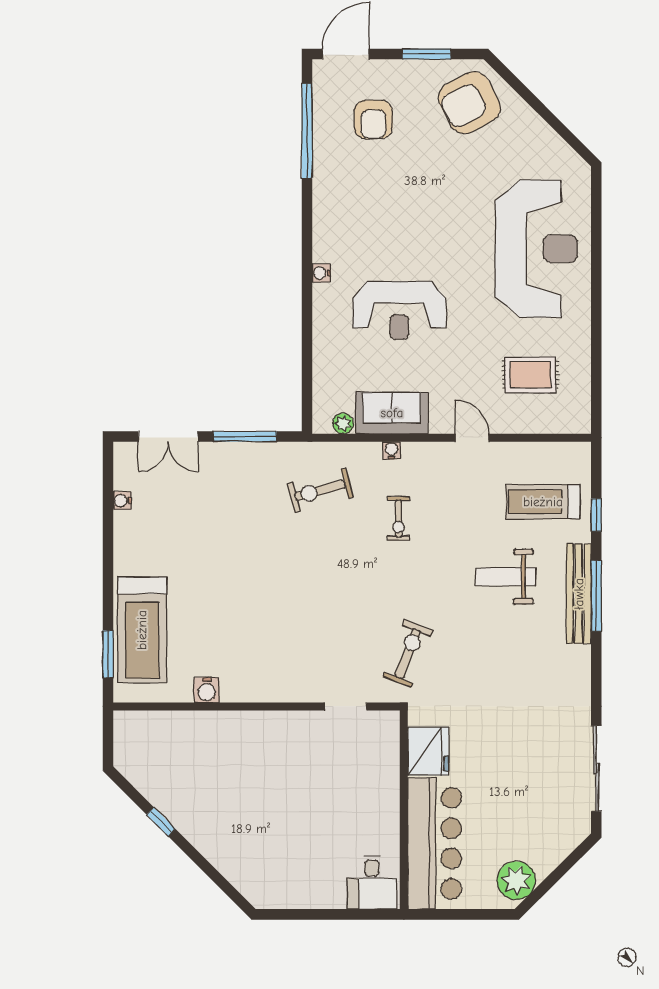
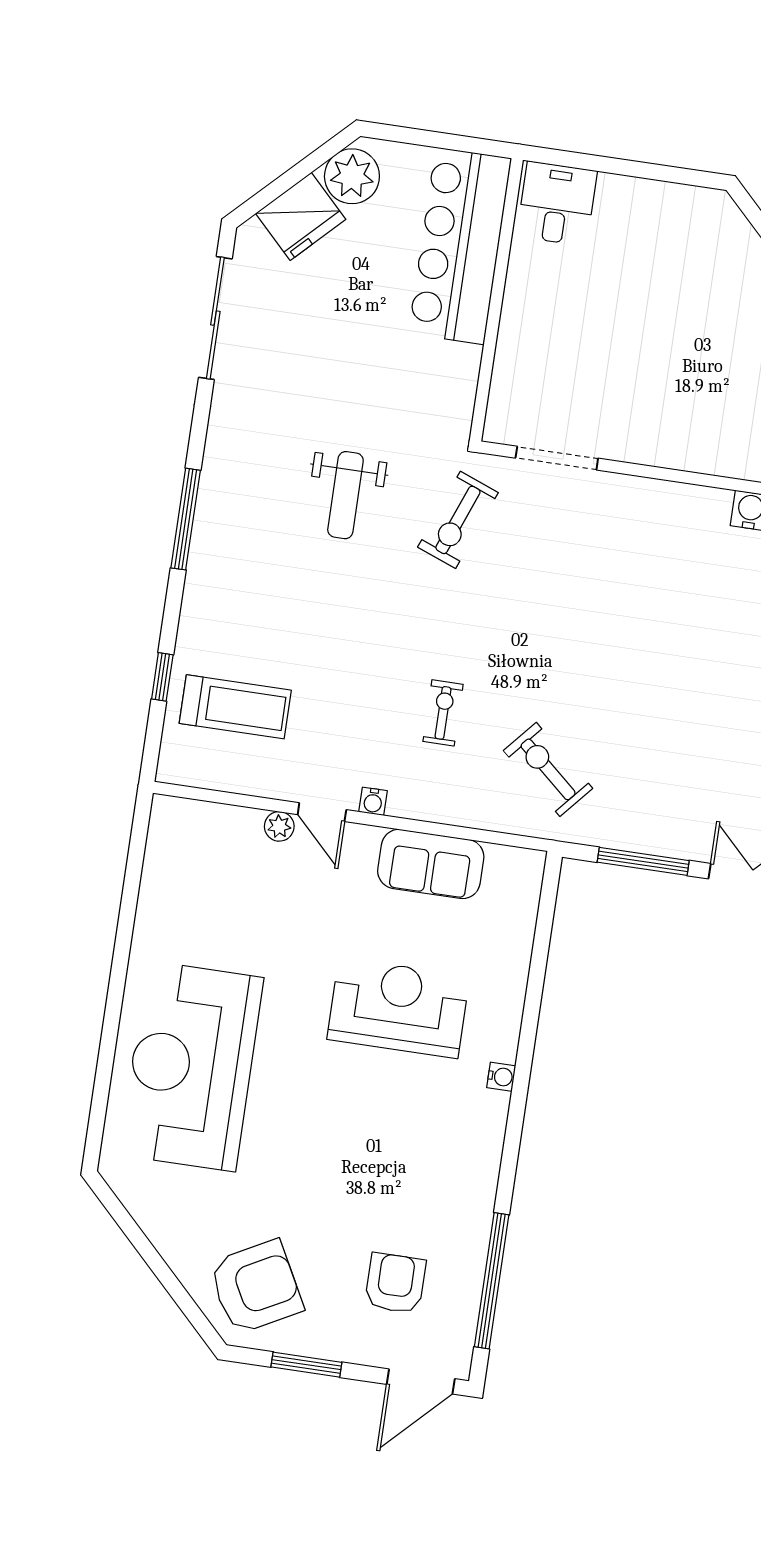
rug: (530, 375) -> (226, 889), removed
plant: (343, 423) -> (279, 826), moved
water cooler: (391, 450) -> (373, 801), moved
exercise bike: (320, 490) -> (548, 769), turned -124
weight bench: (505, 577) -> (345, 495), moved, turned 90
bench: (579, 594) -> (204, 569), removed
window: (596, 596) -> (186, 519), moved
doorway: (346, 706) -> (557, 458), width x1.38
fridge: (428, 751) -> (301, 216), moved, turned -135

